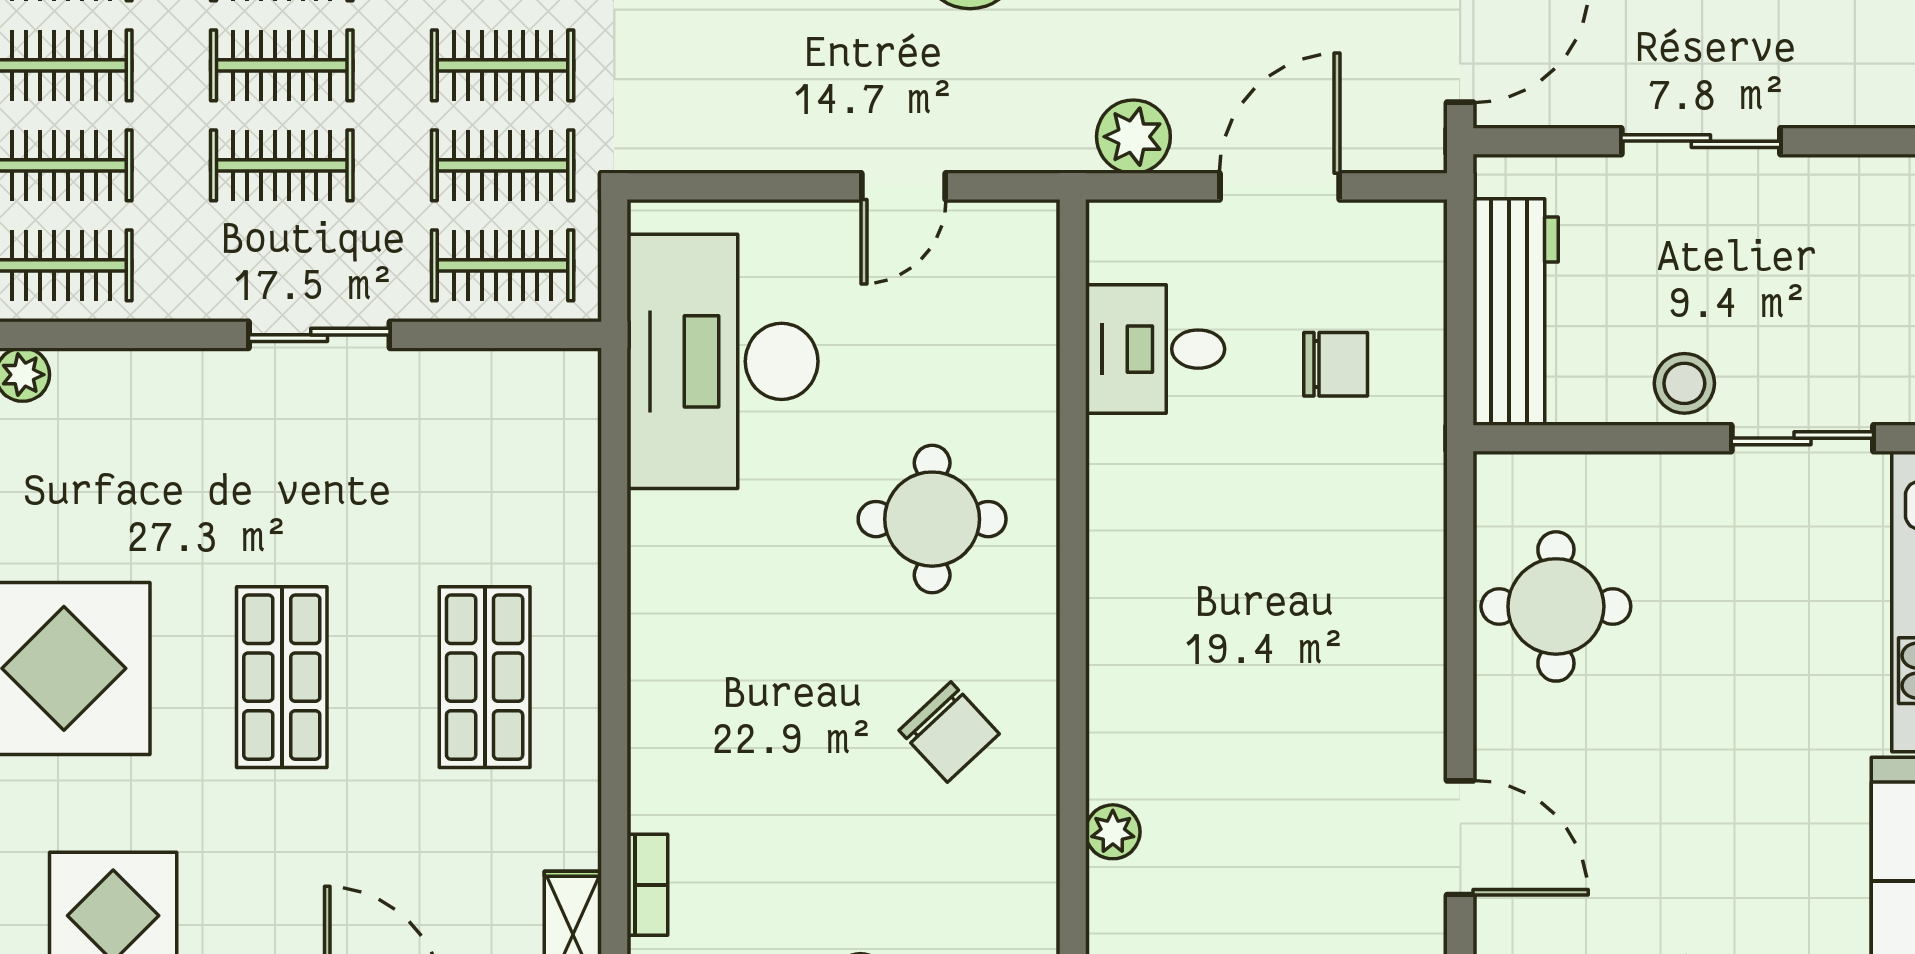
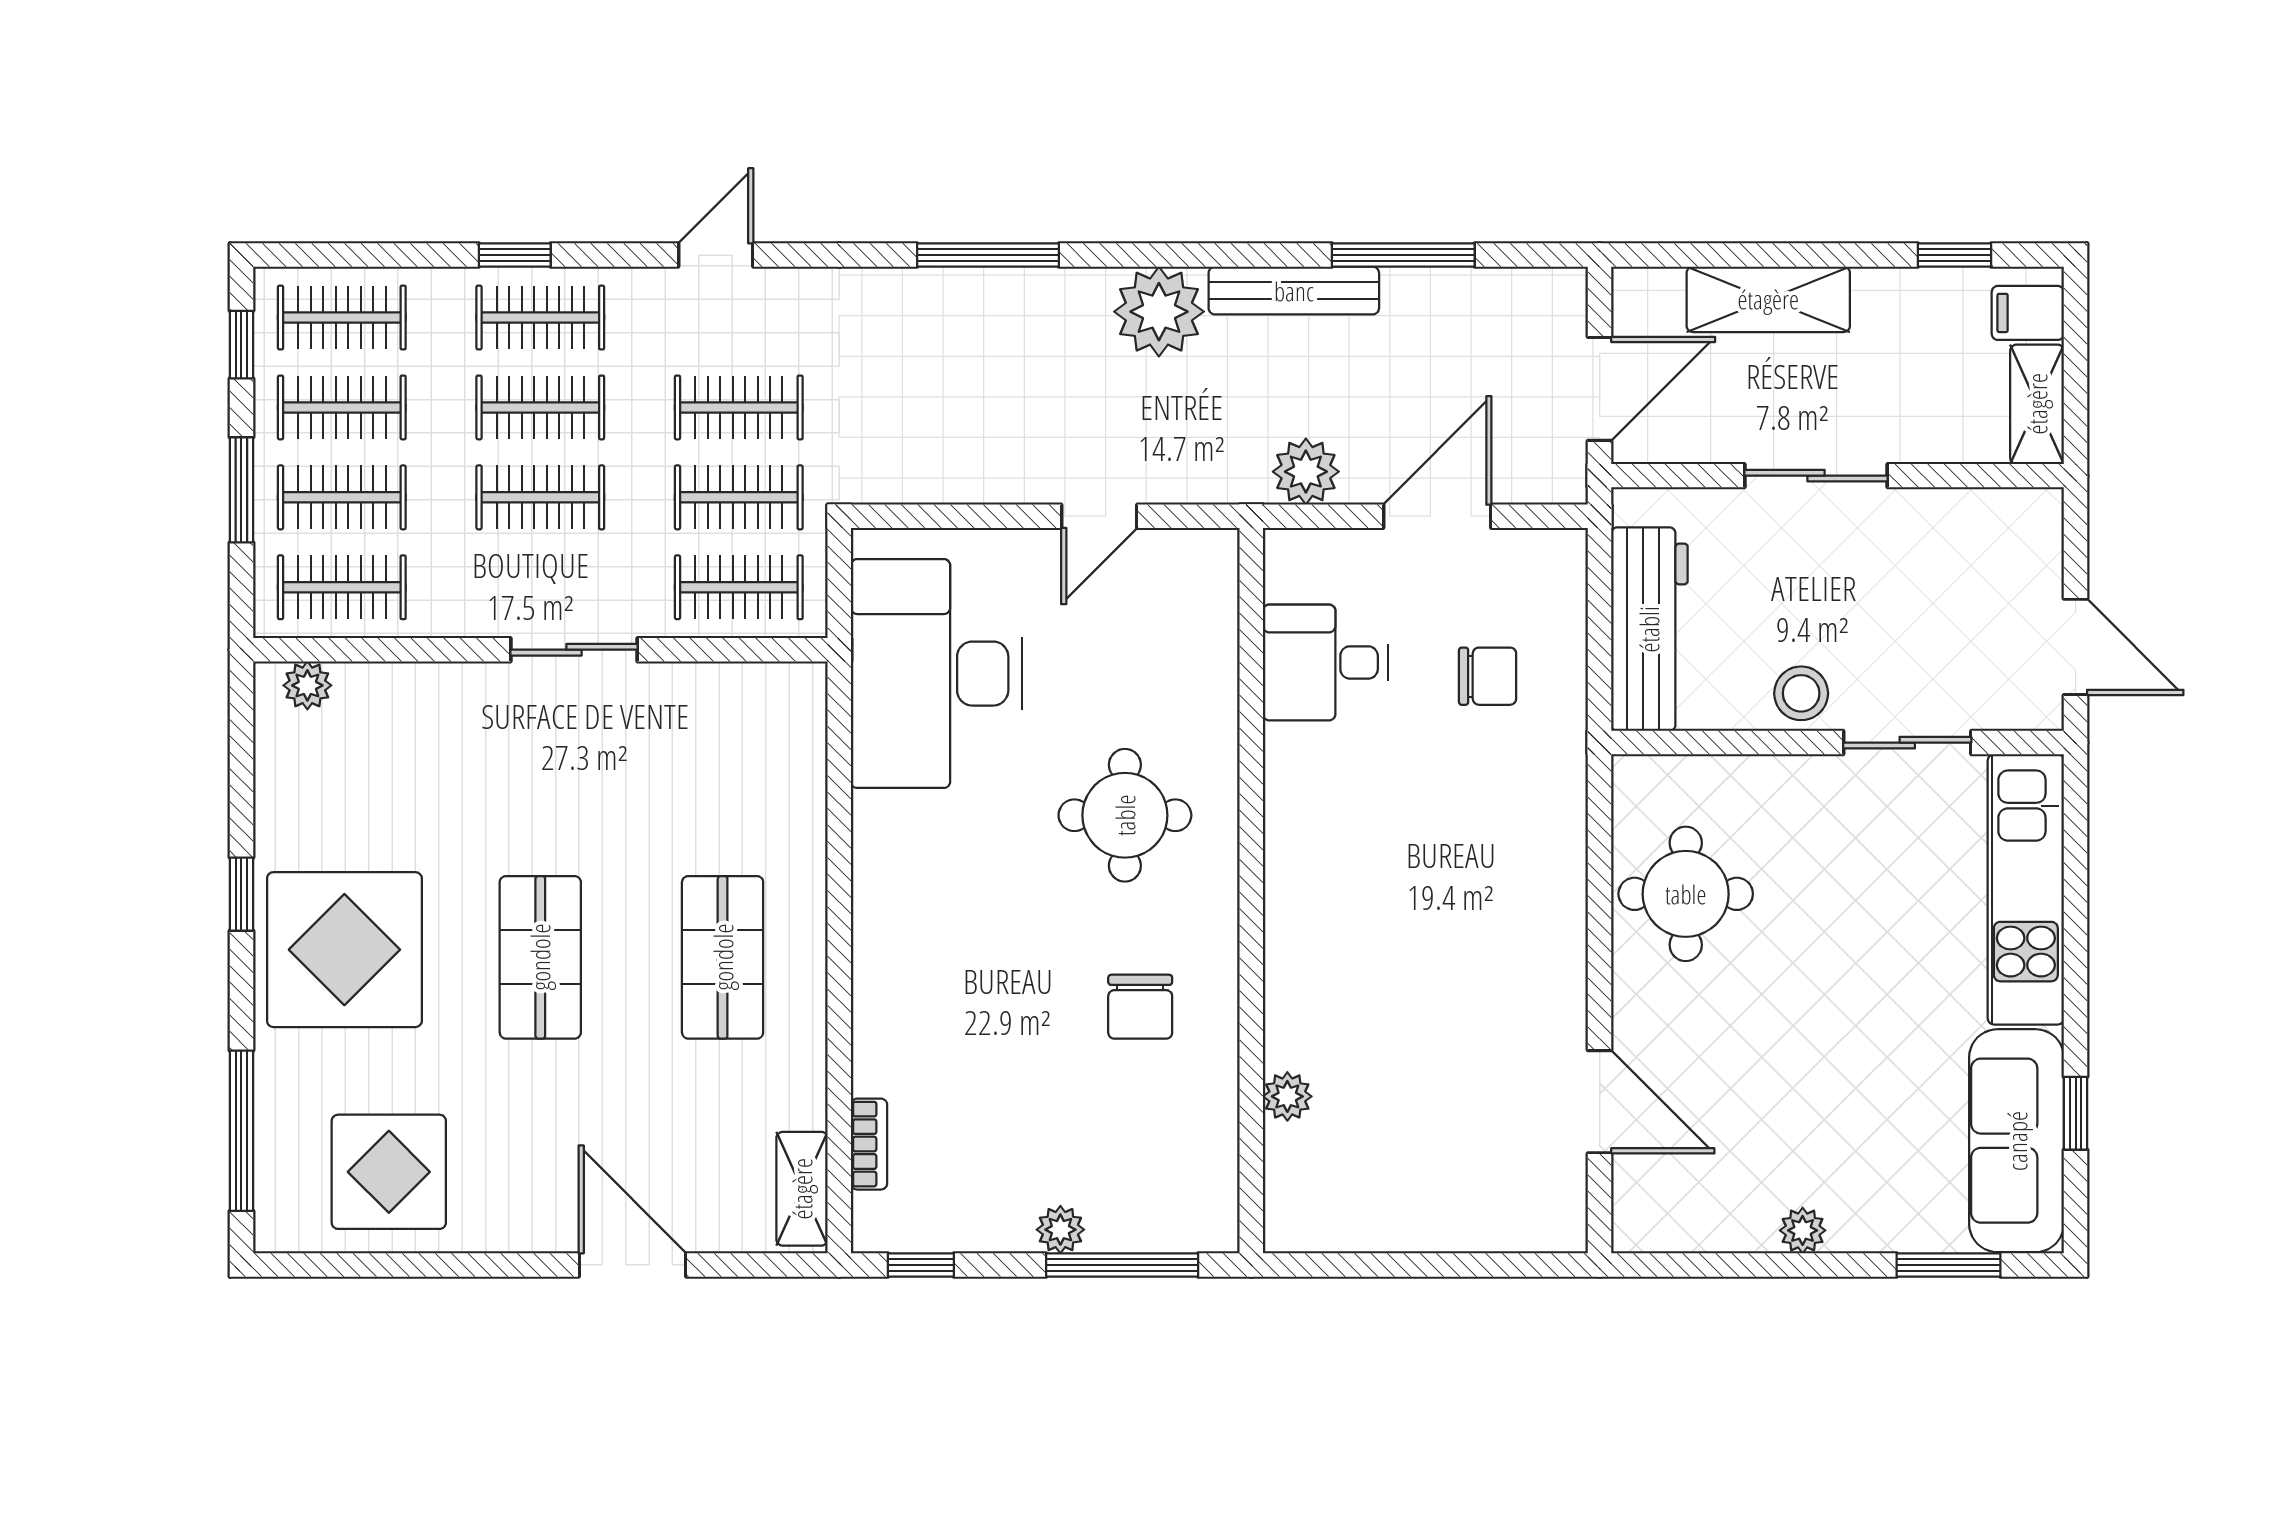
chair: (949, 732) -> (1140, 1007), turned 43

